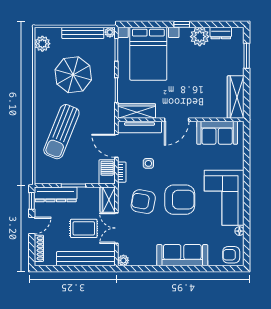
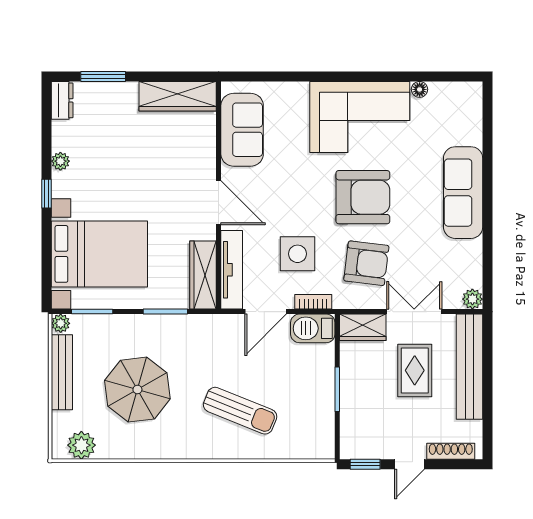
dresser: (221, 33) -> (62, 100), moved
plant: (200, 37) -> (60, 161), width x0.53, depth x0.53
sun lounger: (61, 132) -> (240, 411), width x0.73, depth x0.75
side table: (148, 163) -> (298, 254), width x1.87, depth x1.87
dresser: (56, 194) -> (353, 421), removed
armchair: (180, 200) -> (363, 197), turned 90
armchair: (143, 202) -> (366, 263), turned -93
door: (32, 225) -> (410, 464), swing flipped
double door: (116, 228) -> (414, 312), swing flipped
armchair: (231, 255) -> (462, 104), removed

